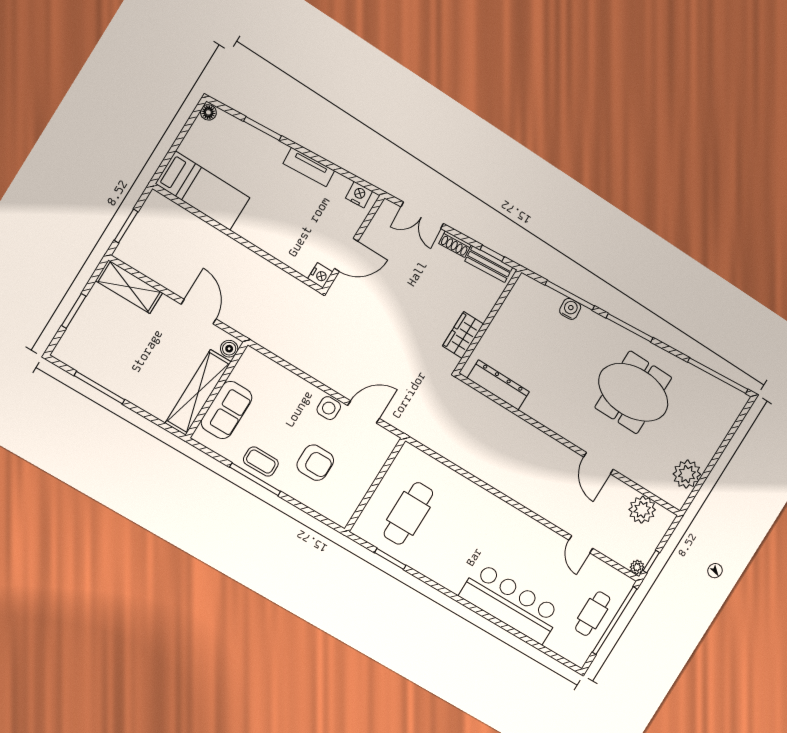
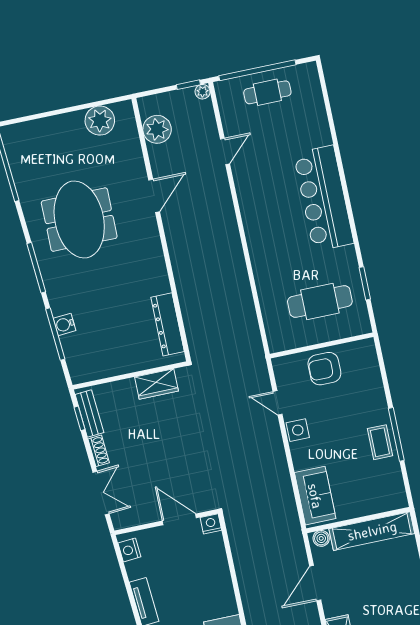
sofa: (227, 410) -> (315, 496), moved, turned 90
door: (364, 412) -> (278, 403), width x0.73
armchair: (315, 463) -> (324, 369), moved, turned -90
bar counter: (511, 603) -> (324, 198), moved

